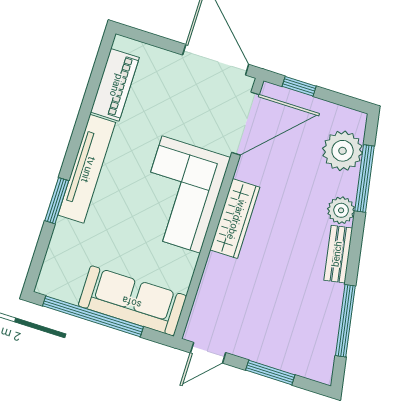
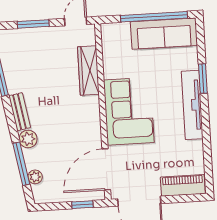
piano: (115, 85) -> (183, 185), moved, turned 90
plant: (343, 151) -> (35, 177), width x0.53, depth x0.53
wardrobe: (235, 219) -> (88, 70), moved
sofa: (132, 301) -> (164, 34), moved

